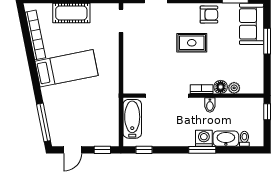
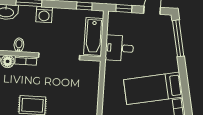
desk: (105, 108) -> (119, 48), added
washing machine: (204, 138) -> (44, 15), moved

